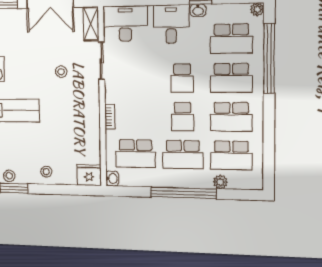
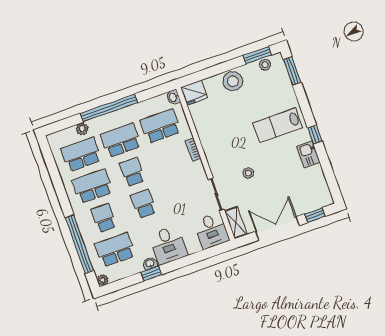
desk: (125, 24) -> (212, 231), width x0.73
school desk: (231, 78) -> (104, 218), width x0.54
stool: (46, 172) -> (233, 81), width x1.89, depth x1.89

